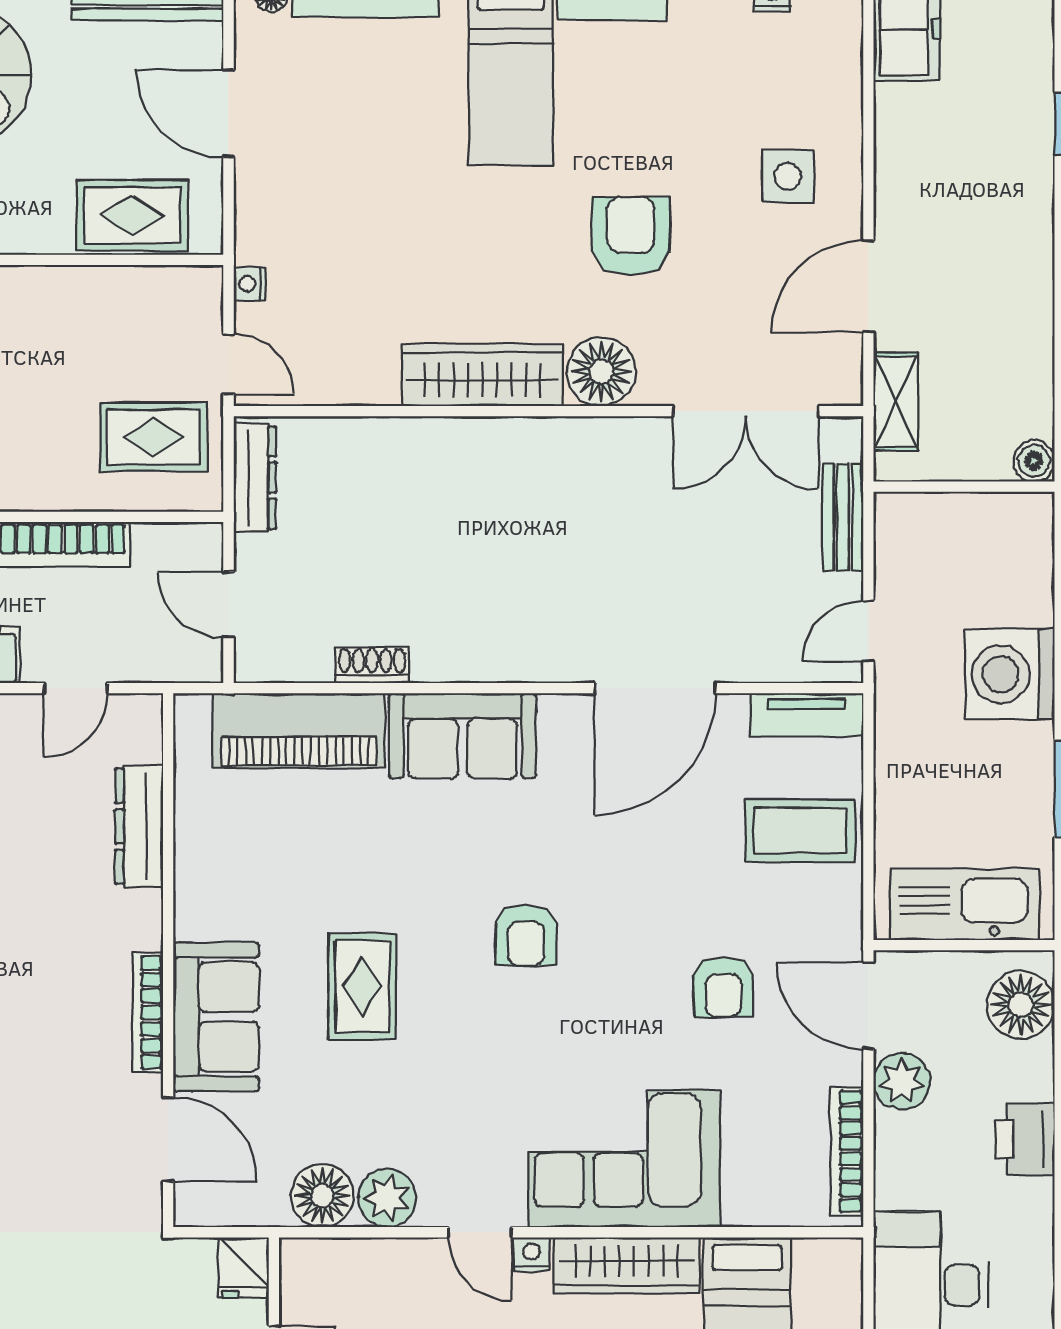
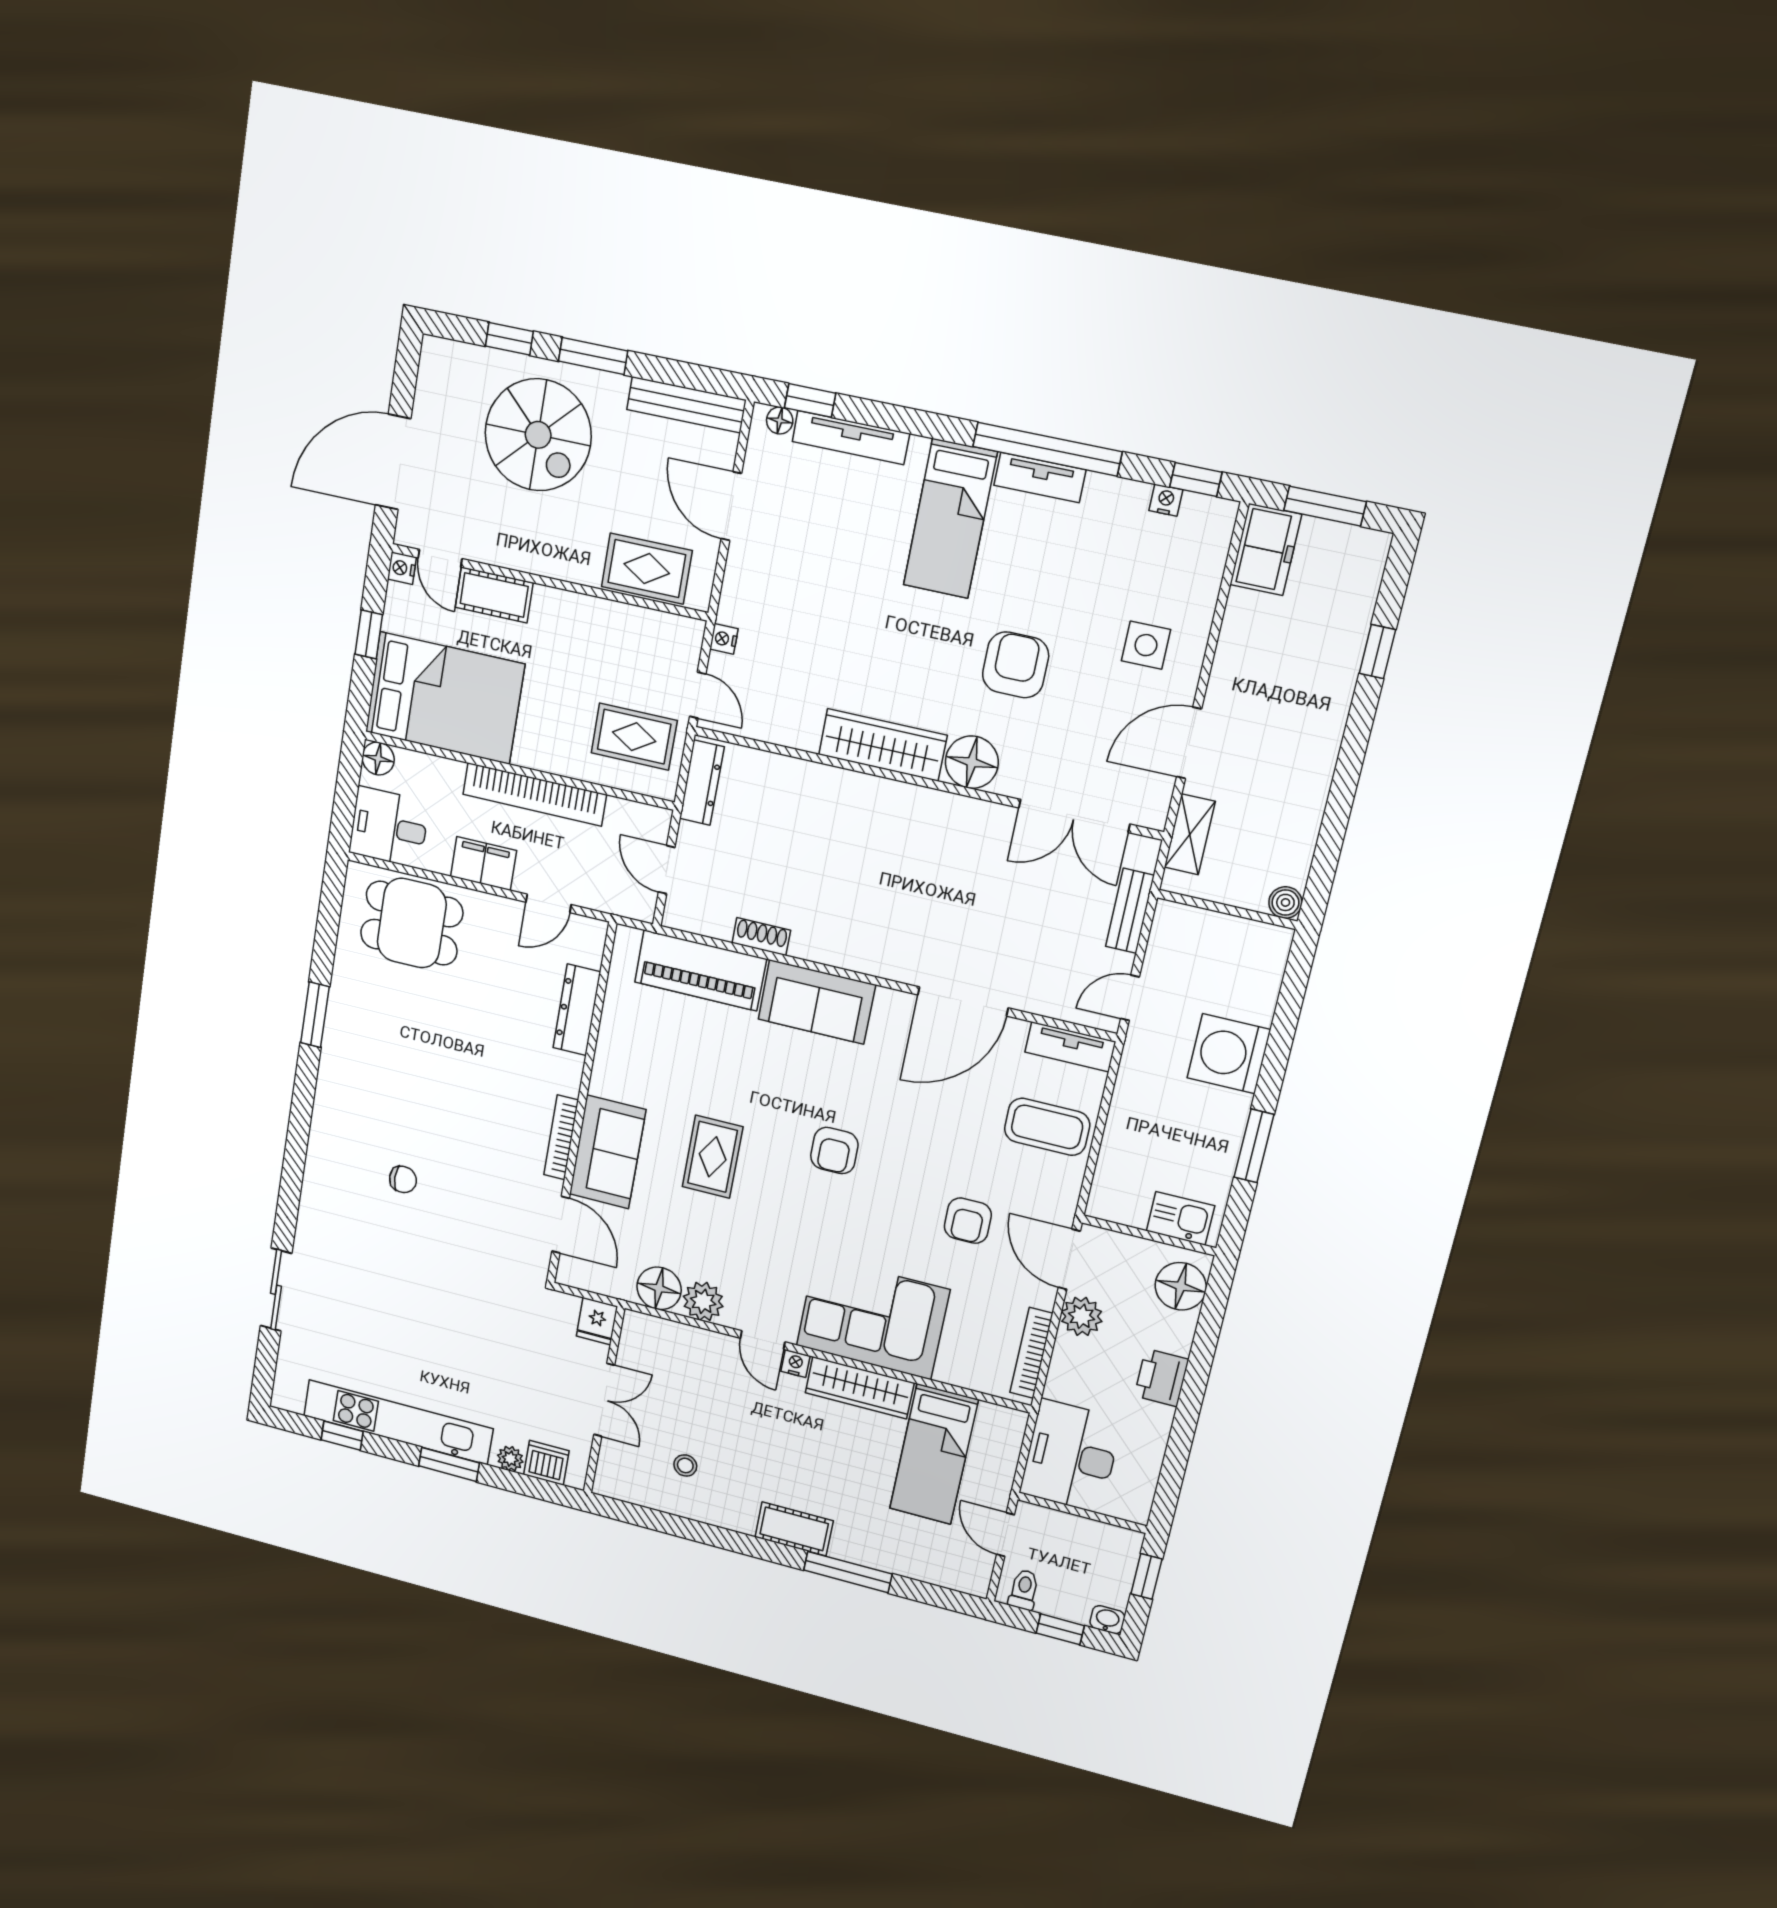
kitchen sink: (965, 904) -> (1180, 1218), width x0.53, depth x0.81

